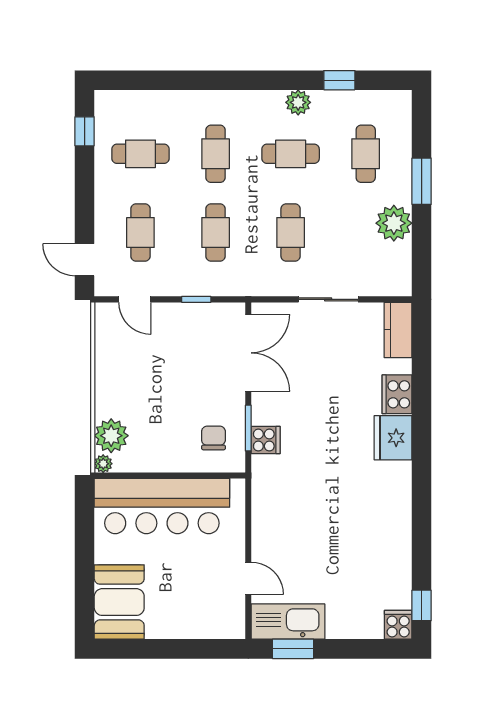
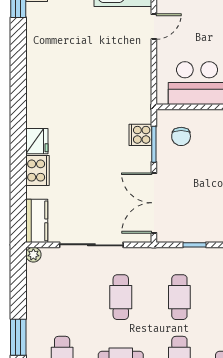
plant: (394, 223) -> (33, 255), moved, width x0.53, depth x0.53
sliding door: (328, 299) -> (91, 245), width x1.37
fridge: (393, 438) -> (37, 141), width x0.73, depth x0.75
door: (248, 578) -> (154, 27), swing flipped

